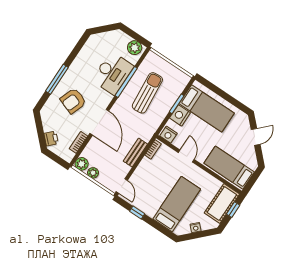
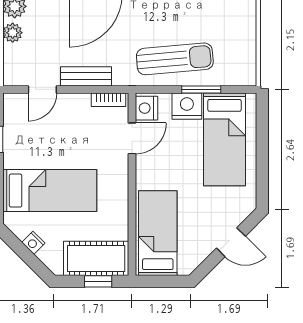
sun lounger: (147, 93) -> (175, 59), moved
door: (186, 156) -> (132, 138), moved
door: (122, 186) -> (42, 89), moved

